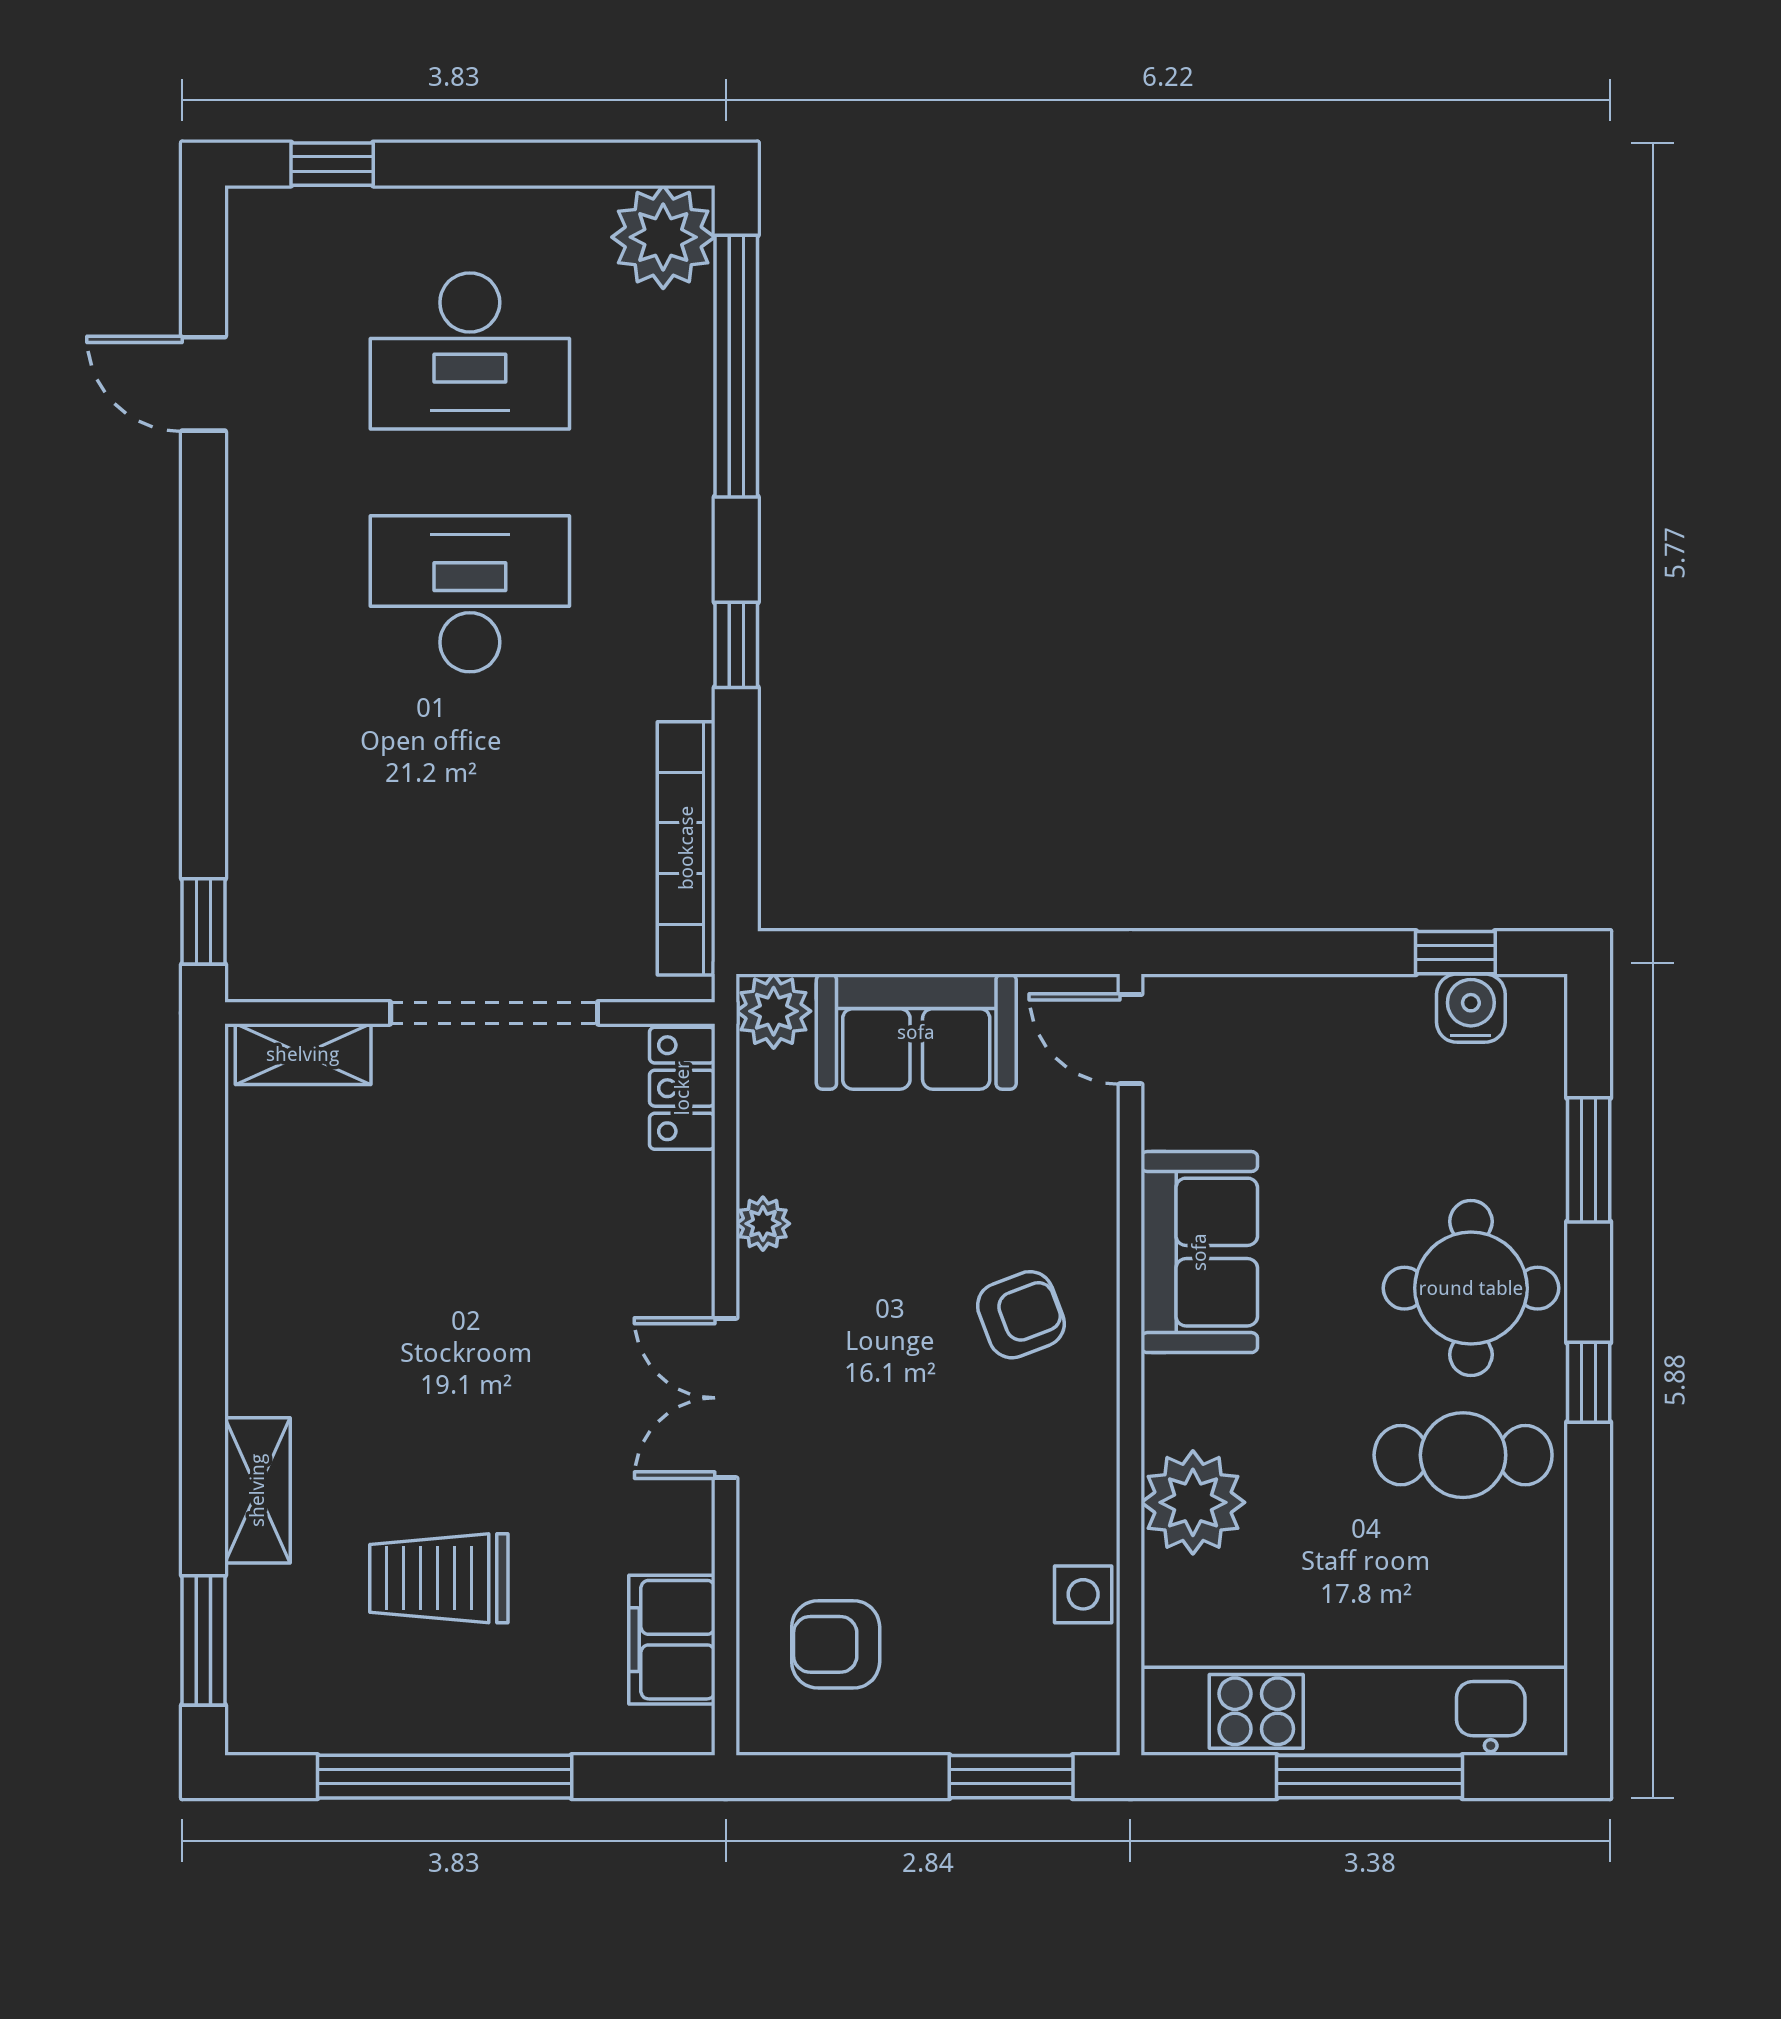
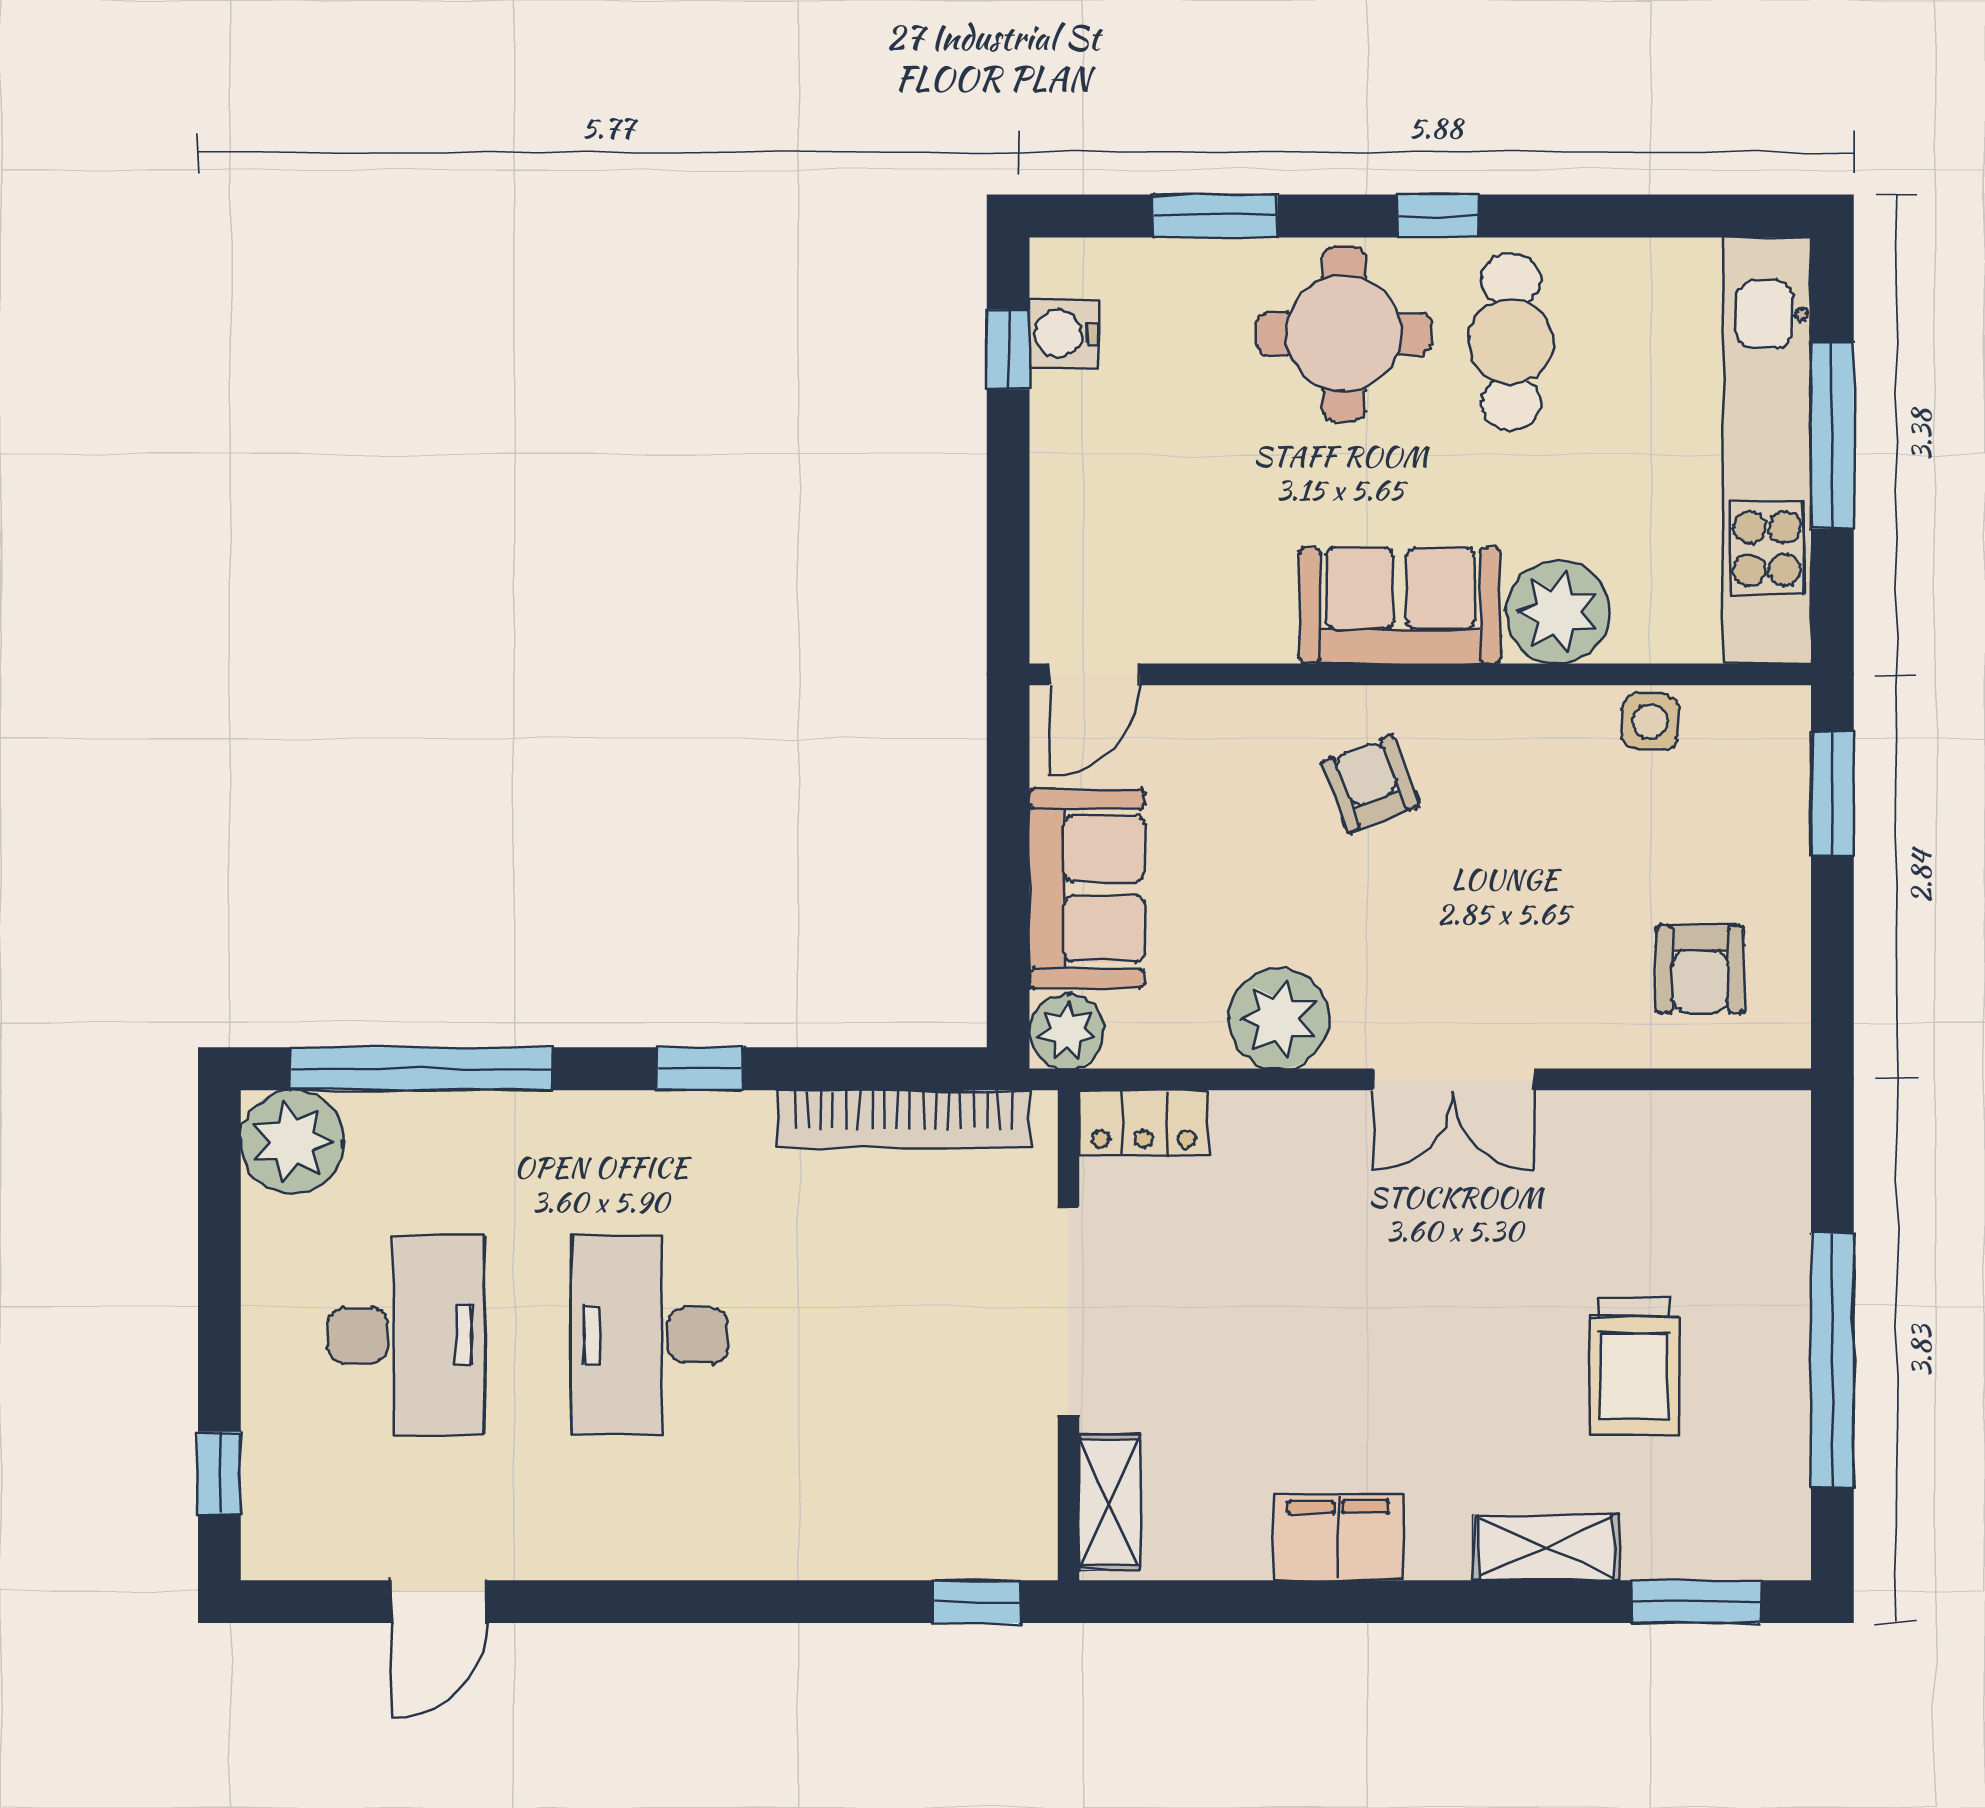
plant: (763, 1224) -> (1279, 1019), width x1.88, depth x1.88
sofa: (1199, 1252) -> (1400, 606), moved
filing cabinet: (672, 1640) -> (1338, 1537), moved, turned 180

